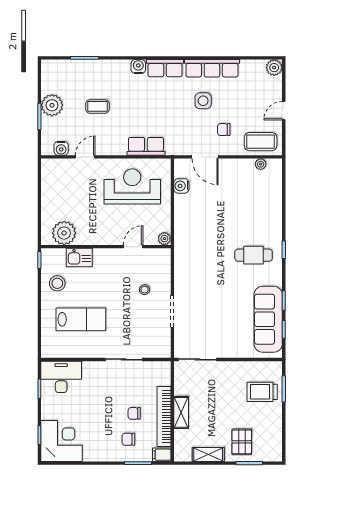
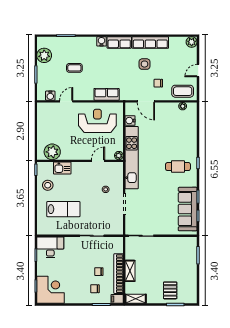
plant: (52, 105) -> (44, 55), moved
kitchen unit: (184, 242) -> (132, 158), added
trolley: (262, 392) -> (184, 257), removed
shelving: (208, 454) -> (136, 299), moved

